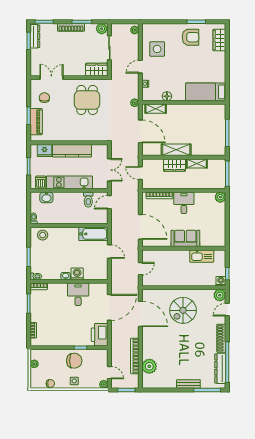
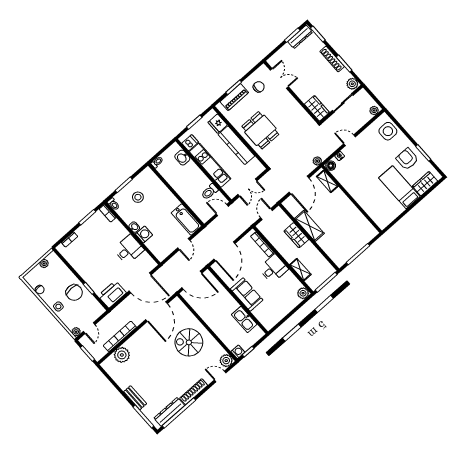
armchair: (190, 37) -> (407, 159), turned 180
side table: (157, 49) -> (388, 131), moved
bed: (206, 92) -> (399, 187), moved
floor lamp: (167, 96) -> (331, 166), moved
dining table: (87, 100) -> (260, 130), moved, turned 90
shelving: (197, 163) -> (300, 270), moved
stool: (43, 235) -> (138, 197), moved
door: (140, 269) -> (192, 280), width x1.87

